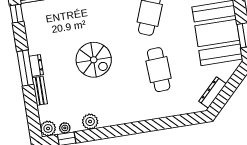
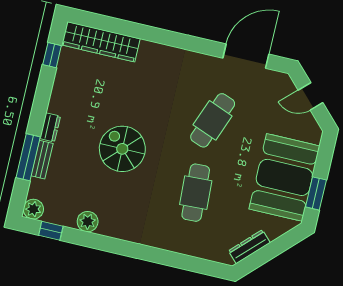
spiral stairs: (94, 60) -> (122, 149), turned 180
window: (25, 68) -> (28, 157), moved
plant: (65, 128) -> (54, 217), removed

